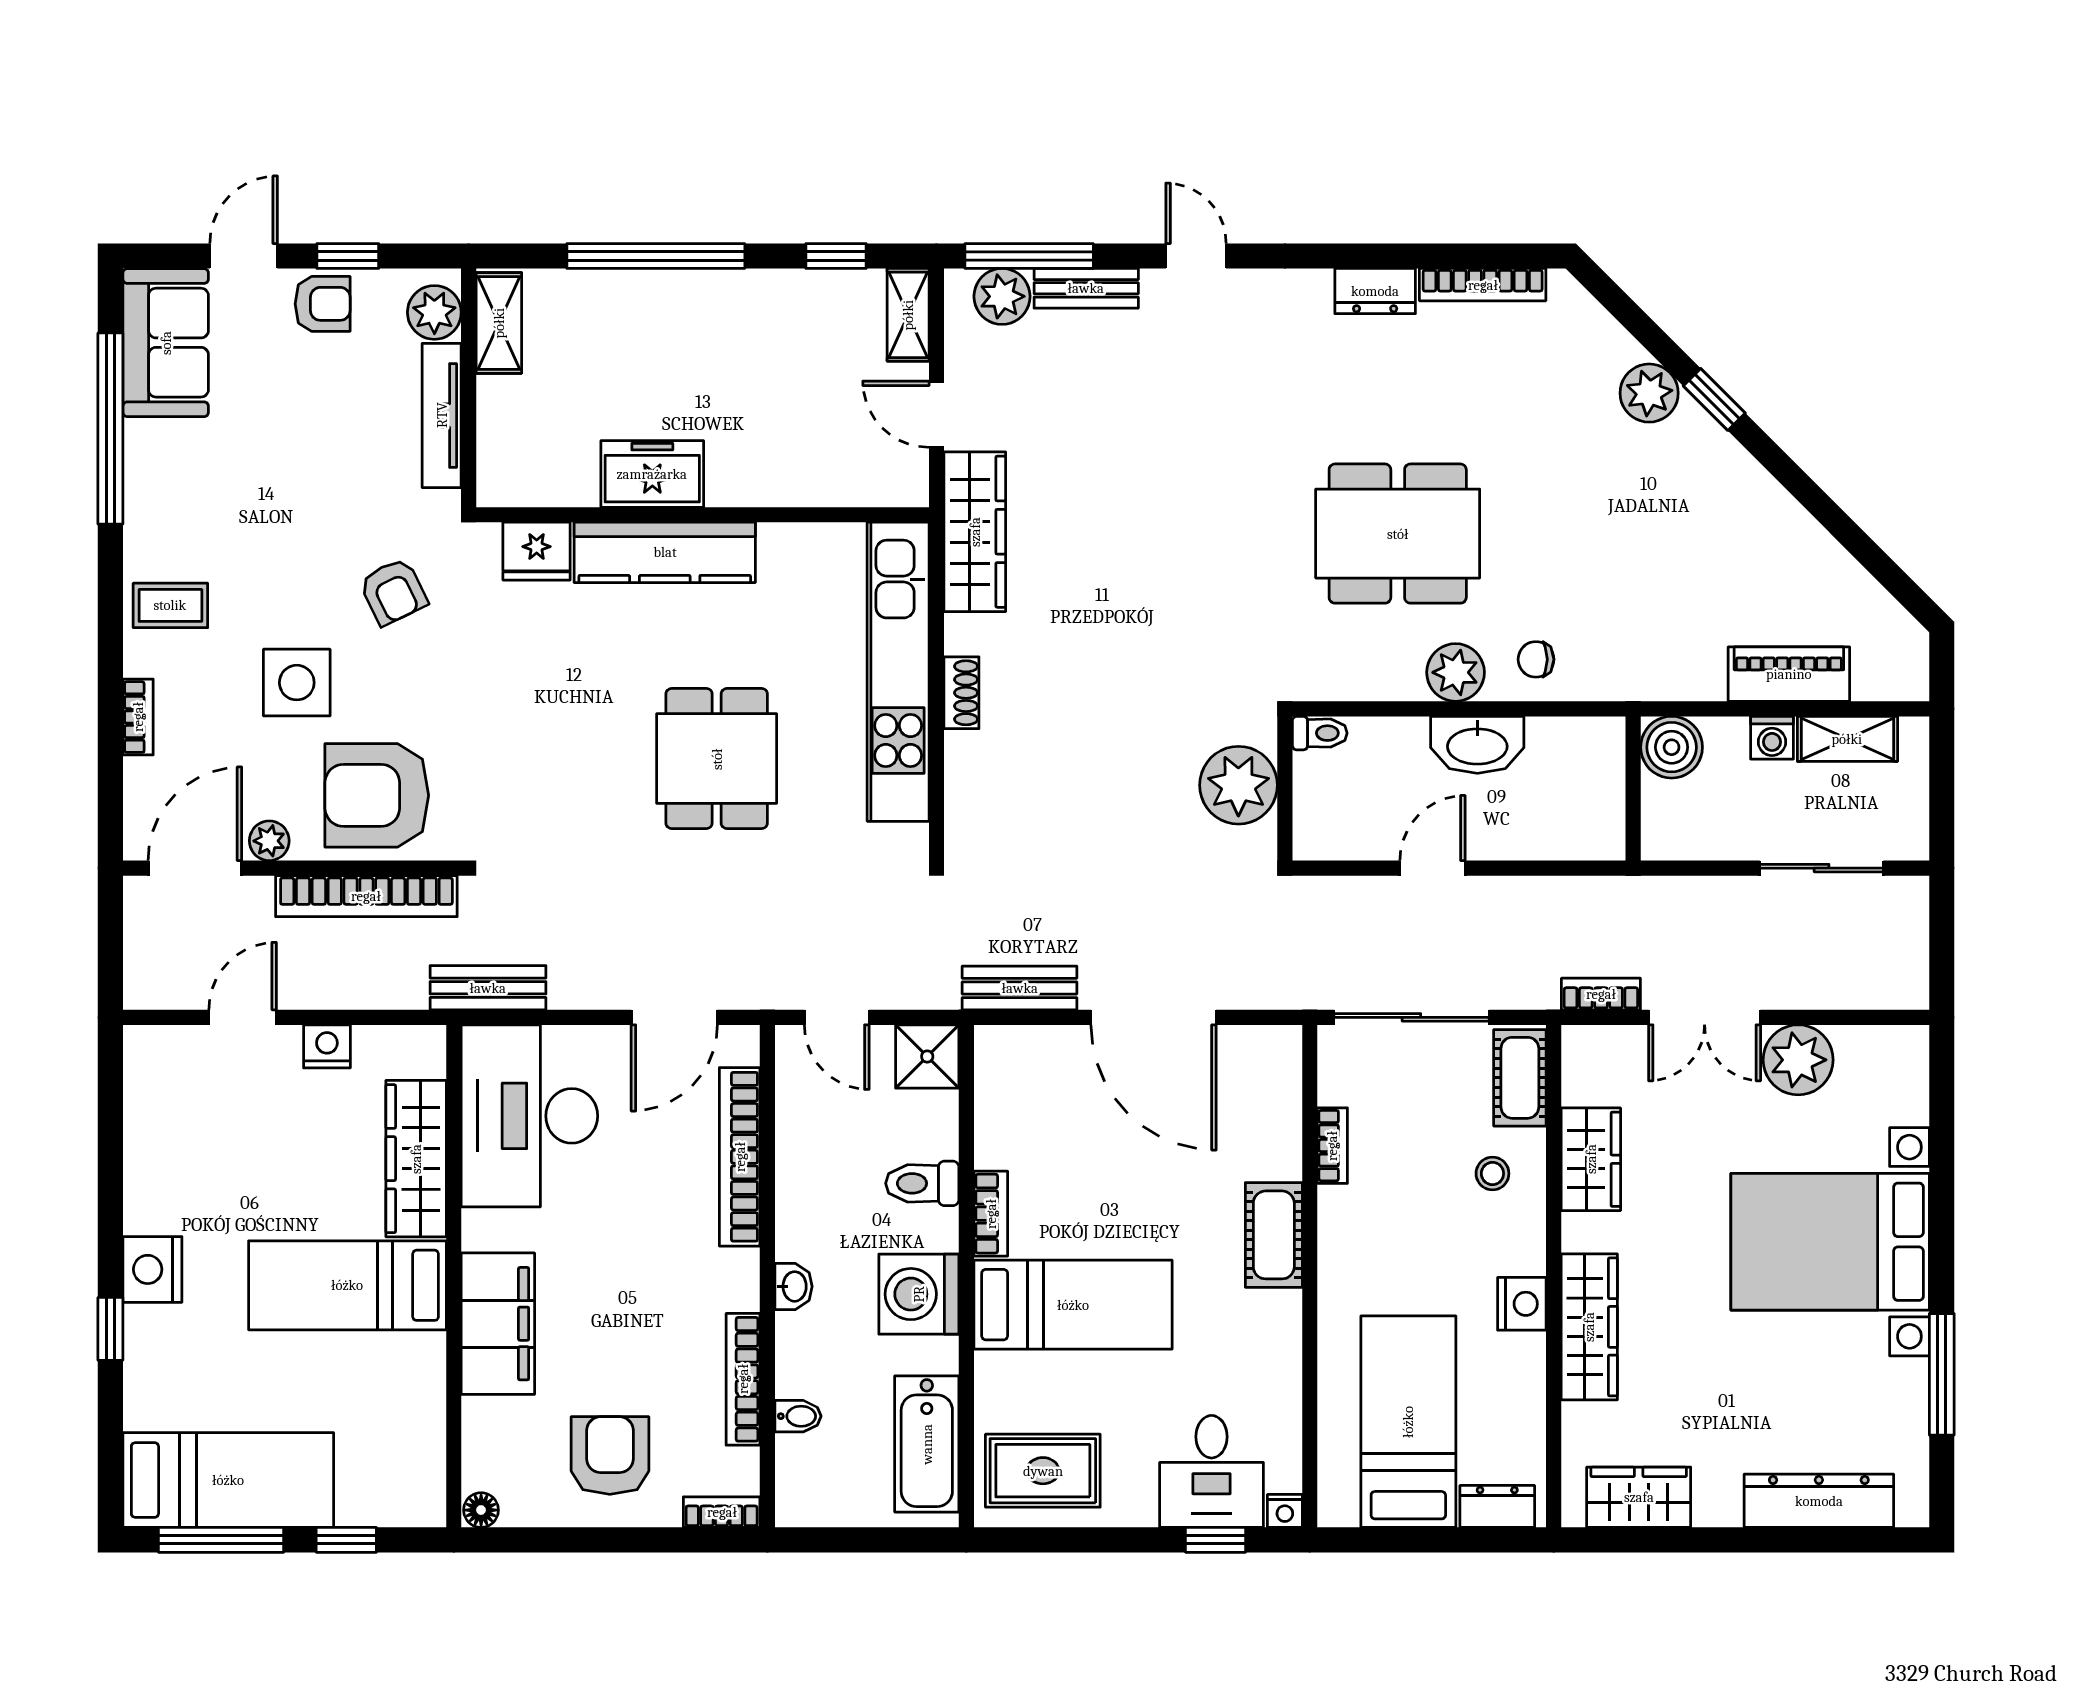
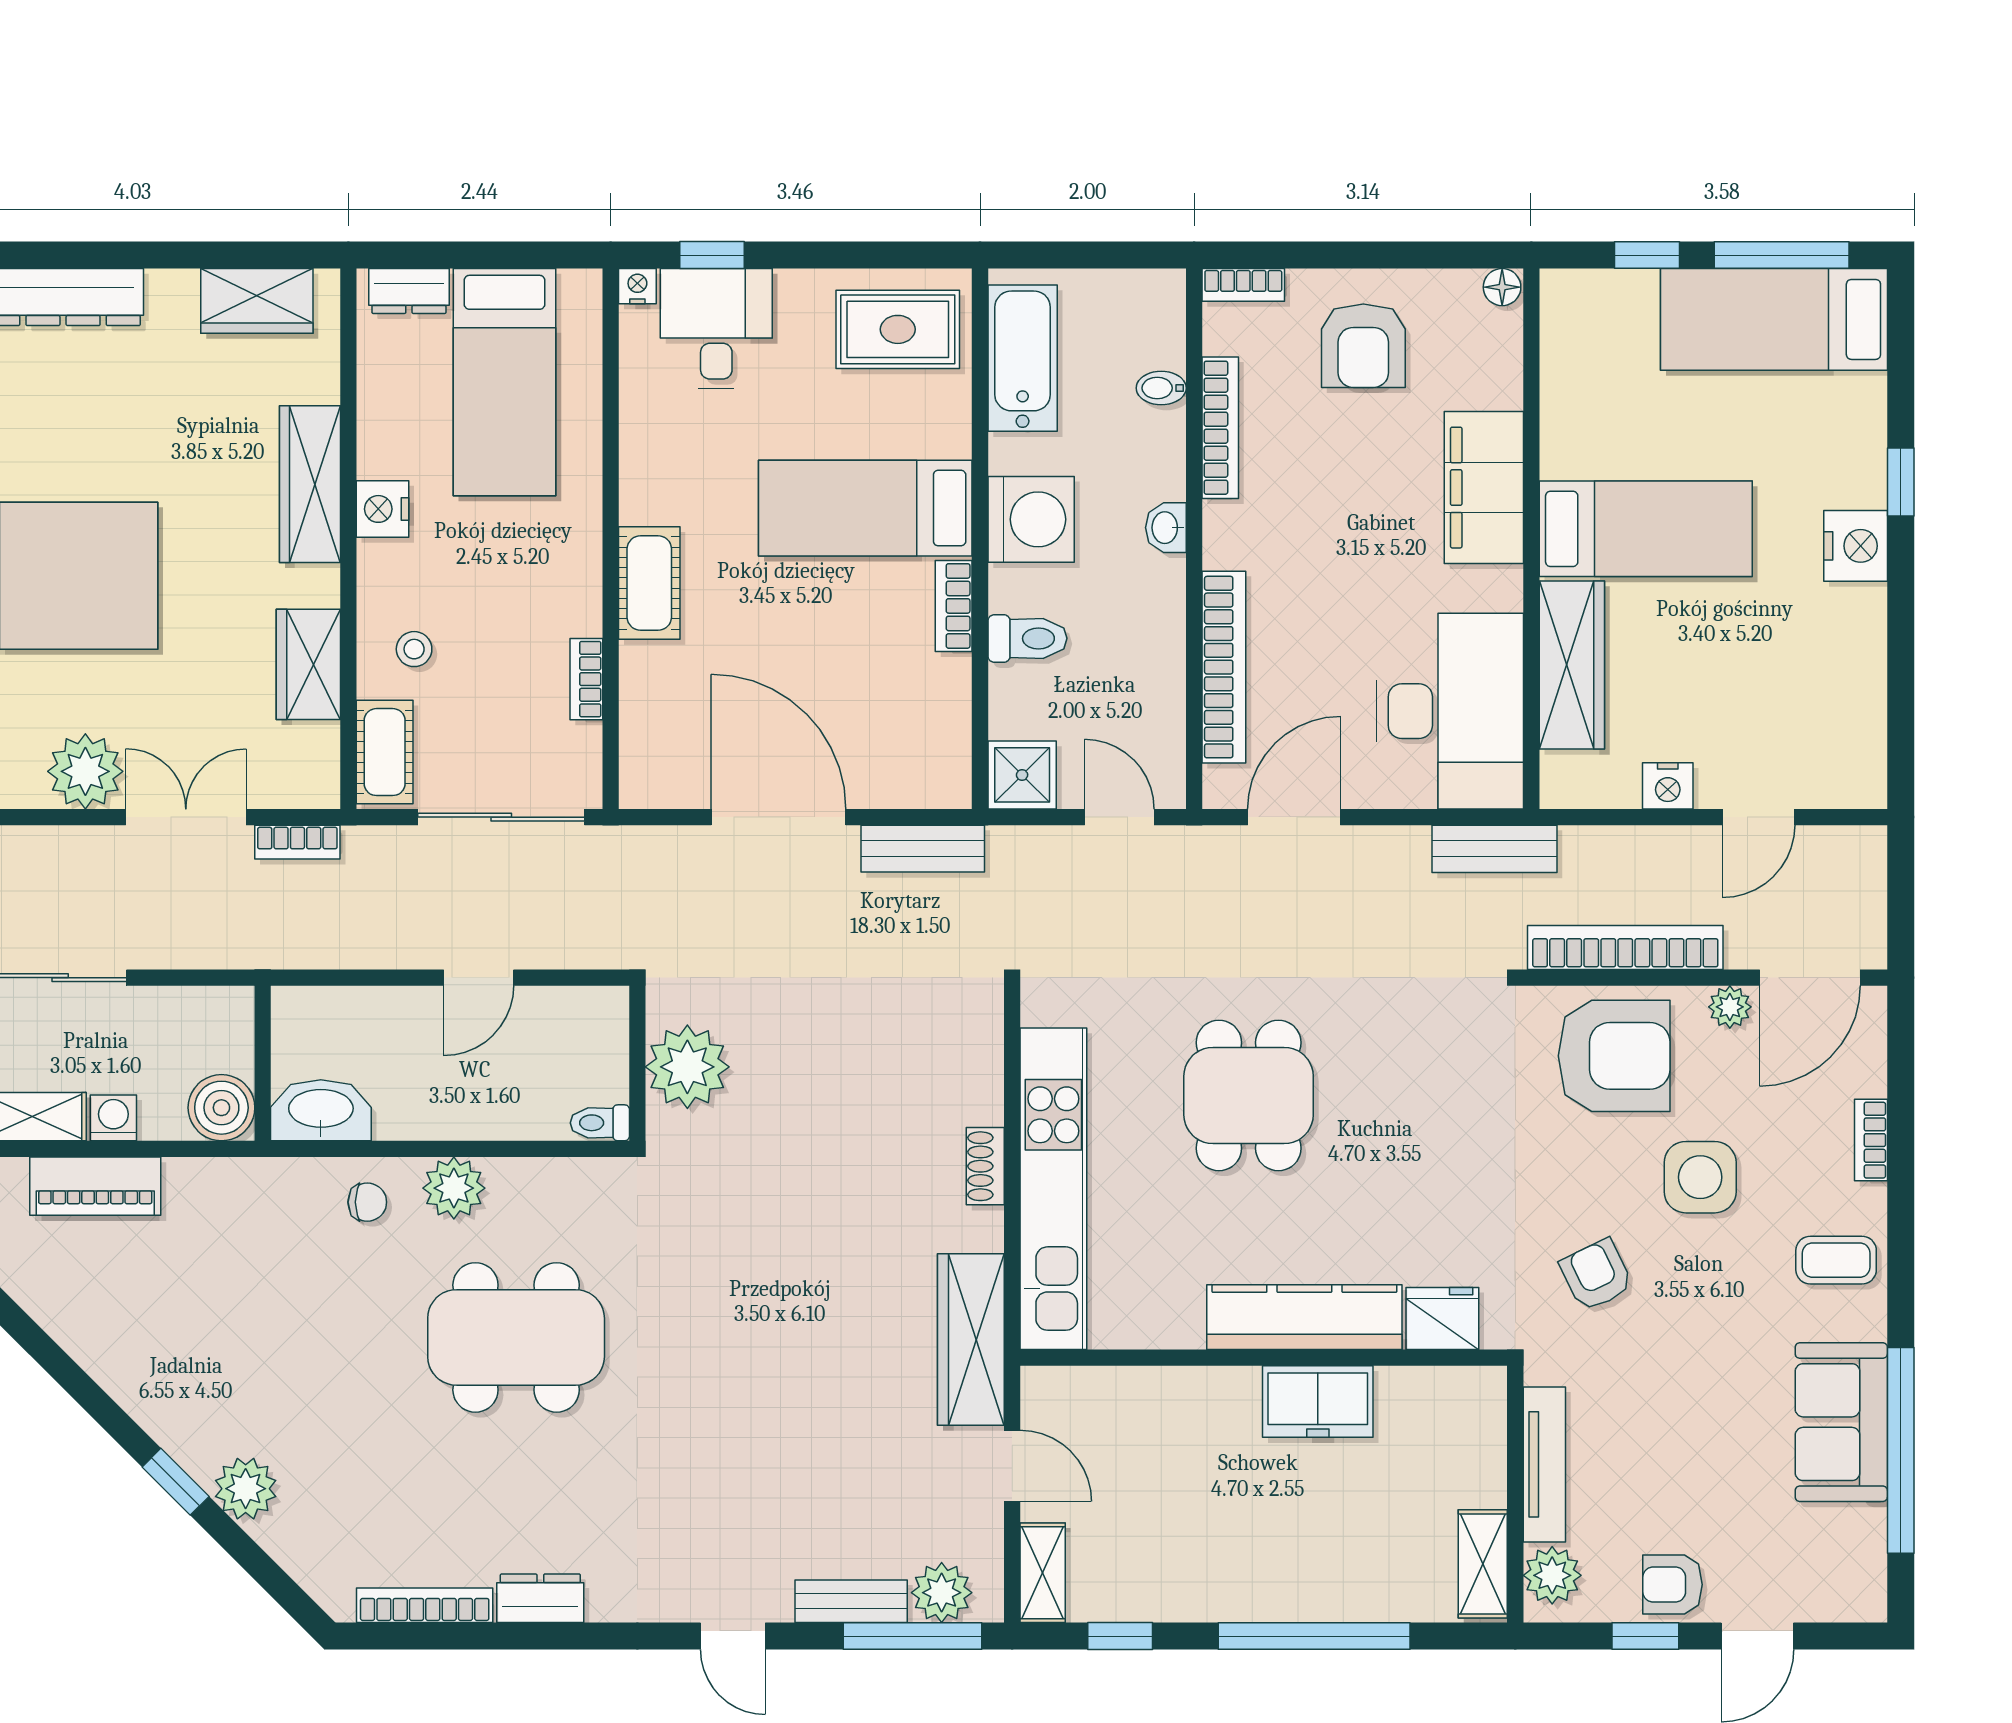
sofa: (166, 343) -> (1841, 1422), moved
washbasin: (1477, 745) -> (321, 1110), moved

